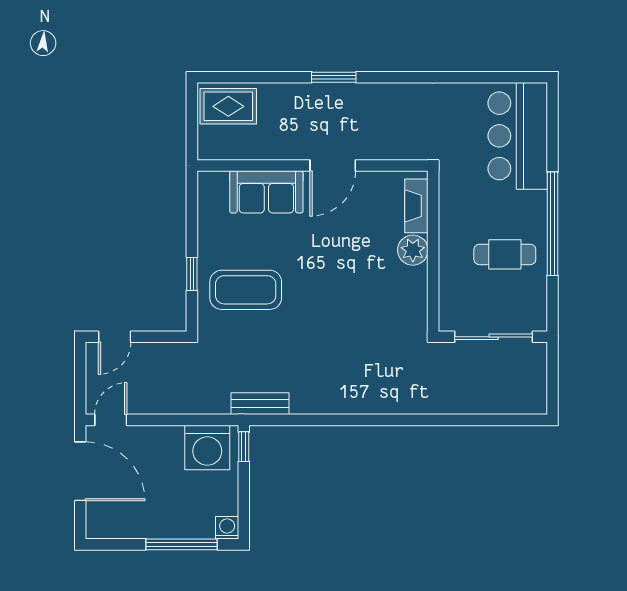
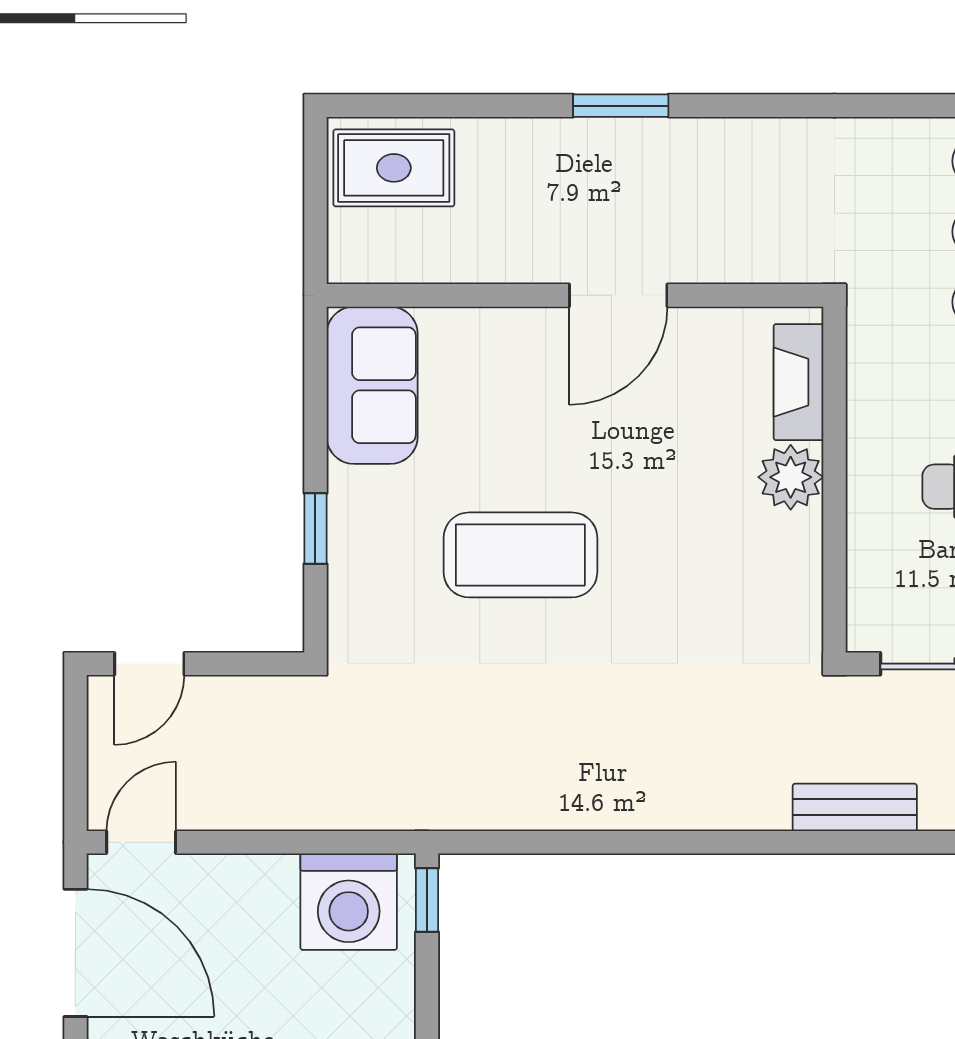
sofa: (266, 192) -> (372, 385), moved, turned -90
coffee table: (246, 290) -> (520, 555), moved
bench: (260, 404) -> (855, 807), moved

